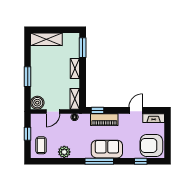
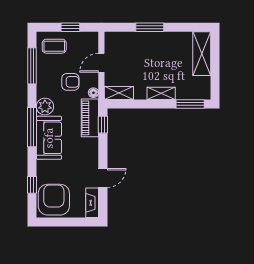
boiler: (37, 103) -> (114, 41), removed
door: (136, 110) -> (103, 178), hinge flipped
door: (53, 111) -> (101, 63), hinge flipped
piano: (104, 120) -> (90, 118), moved
armchair: (67, 134) -> (70, 82), added
plant: (64, 152) -> (45, 107), moved
window: (55, 161) -> (32, 66), added

